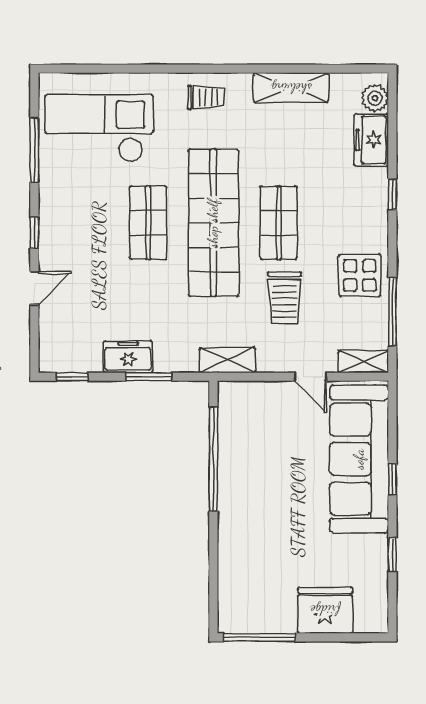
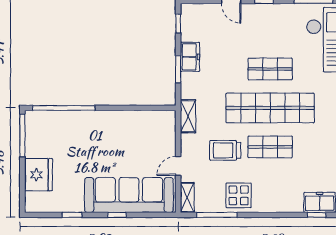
window: (392, 194) -> (317, 215), moved
window: (213, 459) -> (64, 108), moved

